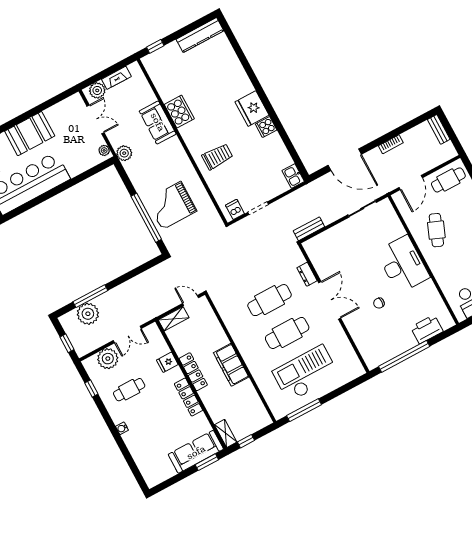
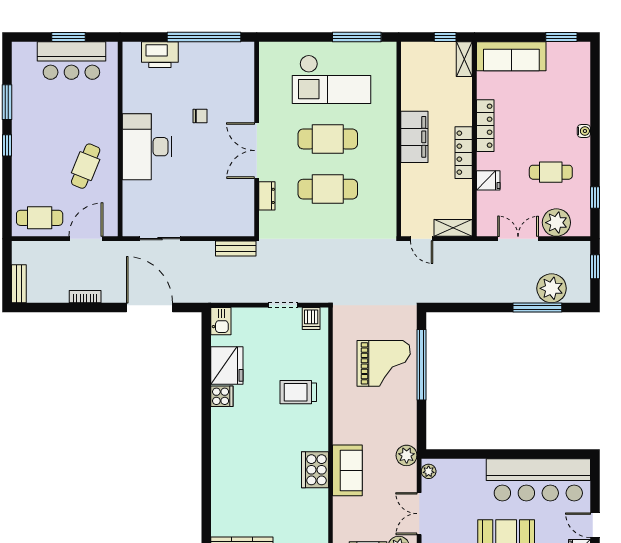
fridge: (252, 109) -> (227, 366), moved
window: (207, 462) -> (561, 37), moved

